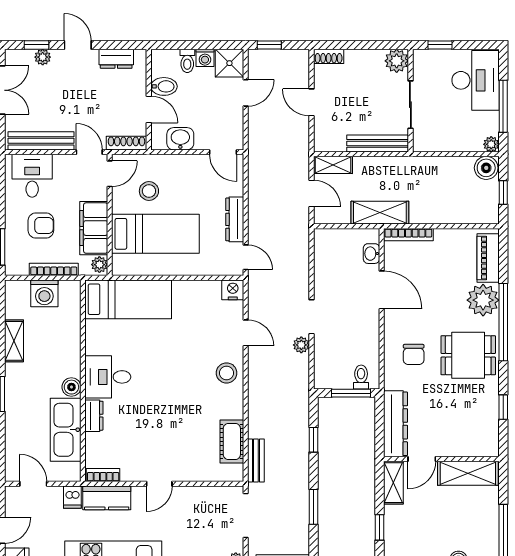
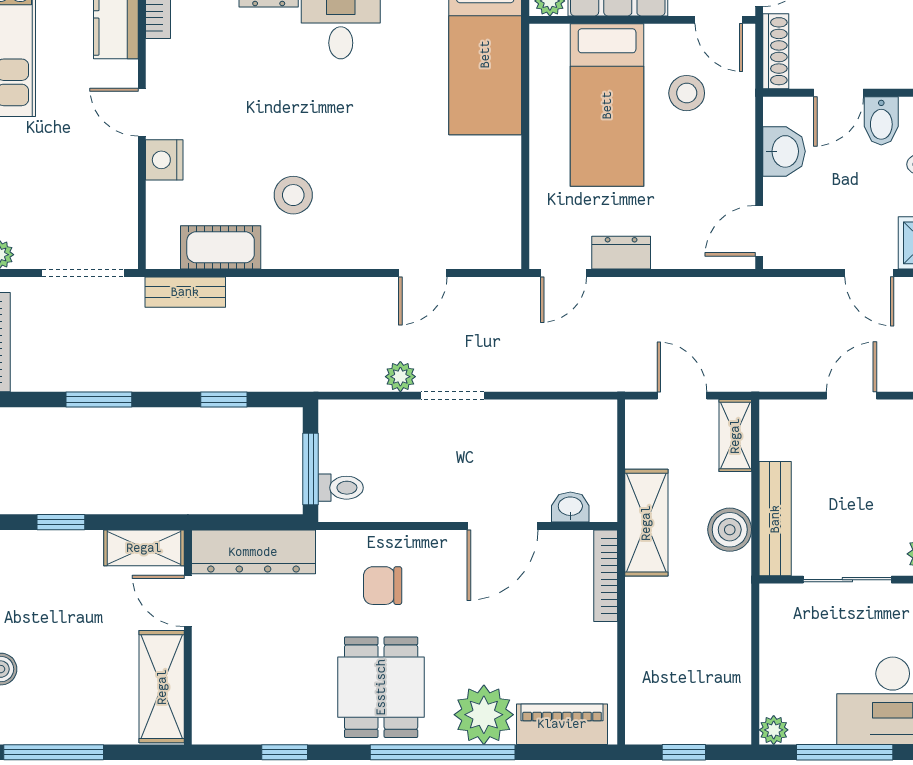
boiler: (486, 168) -> (730, 530), moved
door: (312, 194) -> (682, 396), swing flipped
dresser: (235, 219) -> (621, 253), width x0.70
nightstand: (233, 290) -> (164, 160), moved, turned 180
stool: (227, 373) -> (293, 195), moved

